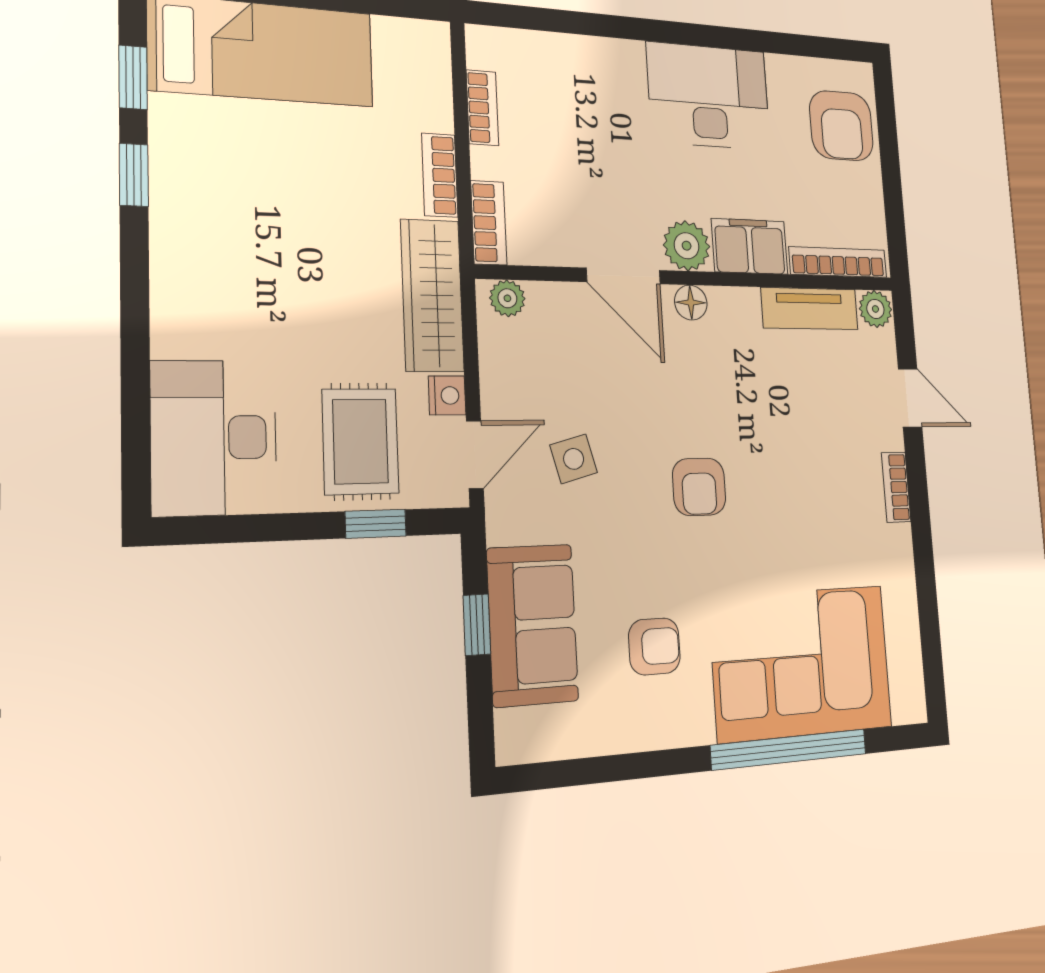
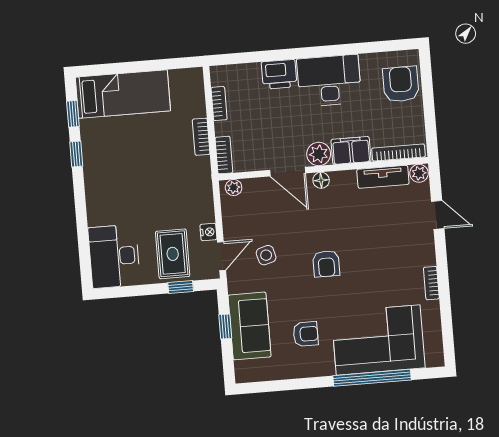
printer: (610, 66) -> (279, 74), added
armchair: (841, 126) -> (401, 84), turned 180
wardrobe: (432, 295) -> (200, 190), removed
bookcase: (896, 487) -> (431, 283), moved

